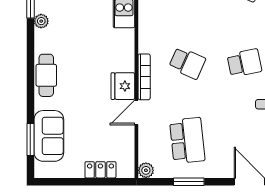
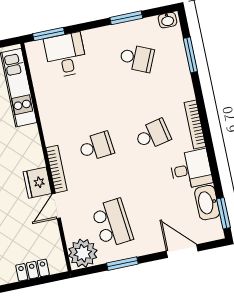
school desk: (187, 63) -> (96, 147), turned -30
plant: (146, 170) -> (83, 253), width x1.87, depth x1.87

